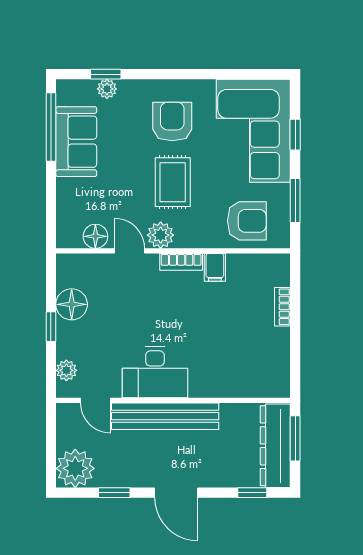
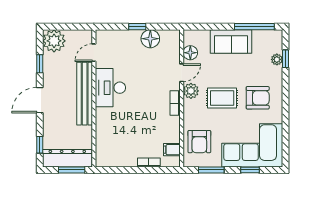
sofa: (76, 142) -> (231, 41), moved
filing cabinet: (215, 267) -> (172, 150), moved
plant: (66, 370) -> (112, 36), removed

